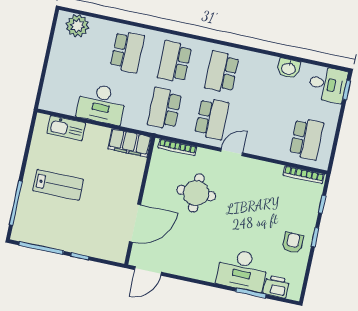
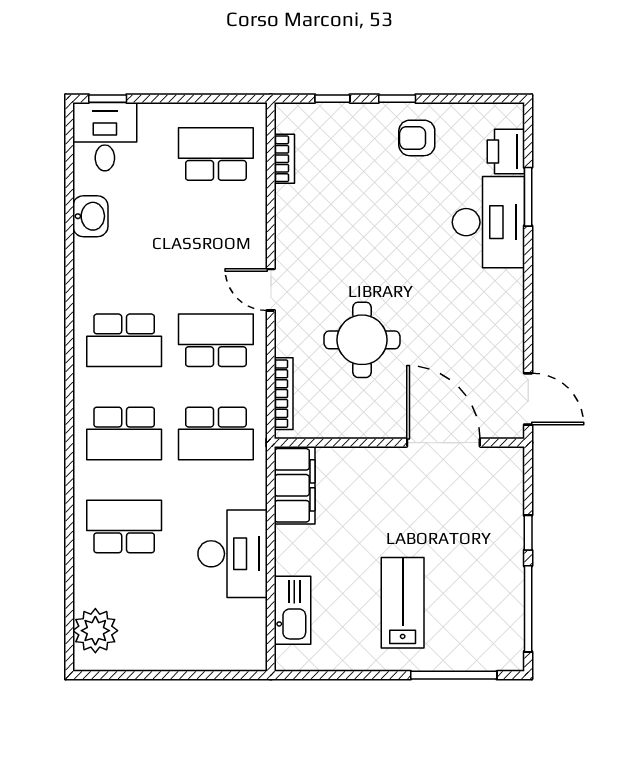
bookcase: (304, 175) -> (284, 159), width x0.64

